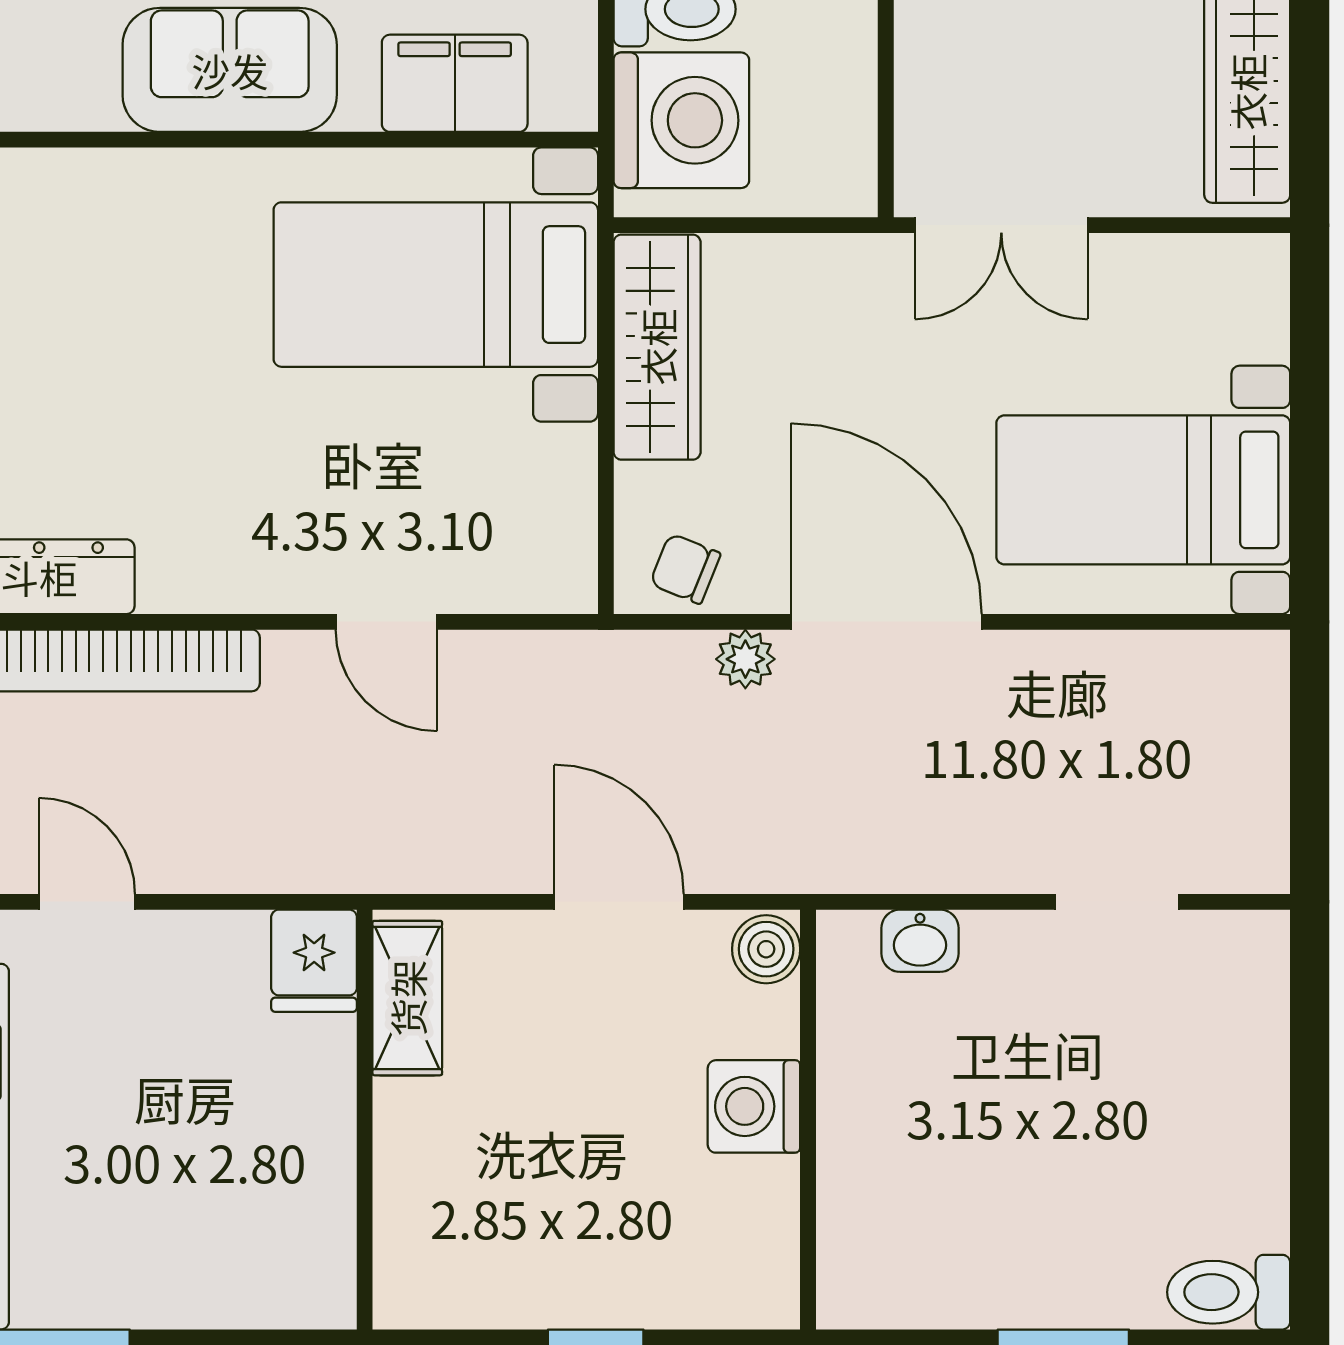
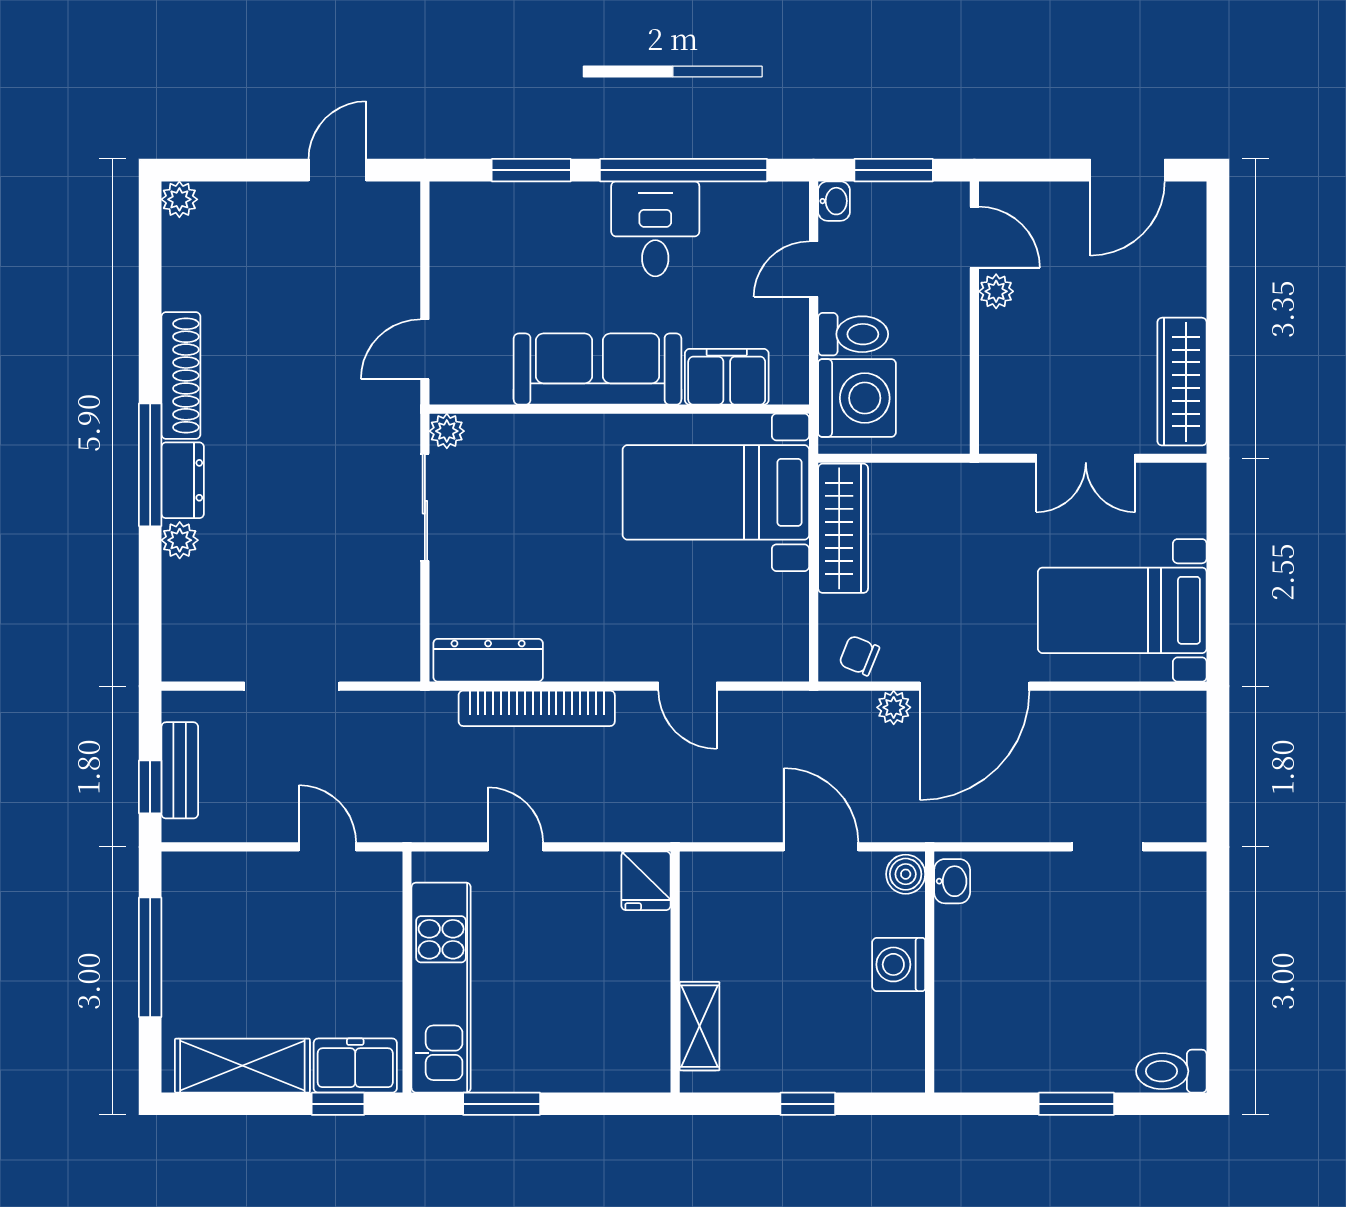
sofa: (230, 70) -> (598, 369), width x1.36
double door: (1001, 225) -> (1086, 458), moved
door: (886, 622) -> (975, 686), swing flipped
washbasin: (920, 941) -> (952, 881), moved, turned -90
shelving: (407, 998) -> (699, 1026), moved

